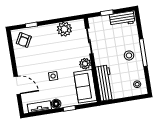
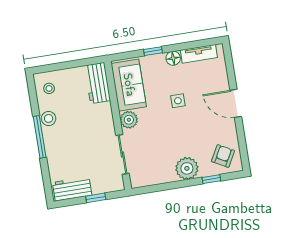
plant: (64, 29) -> (187, 168), moved
stool: (129, 55) -> (49, 118), moved
workbench: (105, 83) -> (98, 83), width x0.73
door: (17, 85) -> (236, 103), moved

